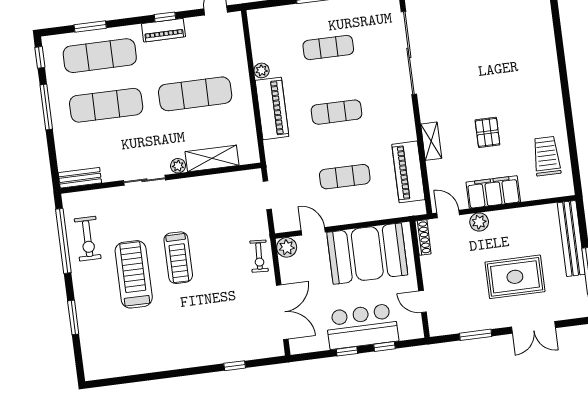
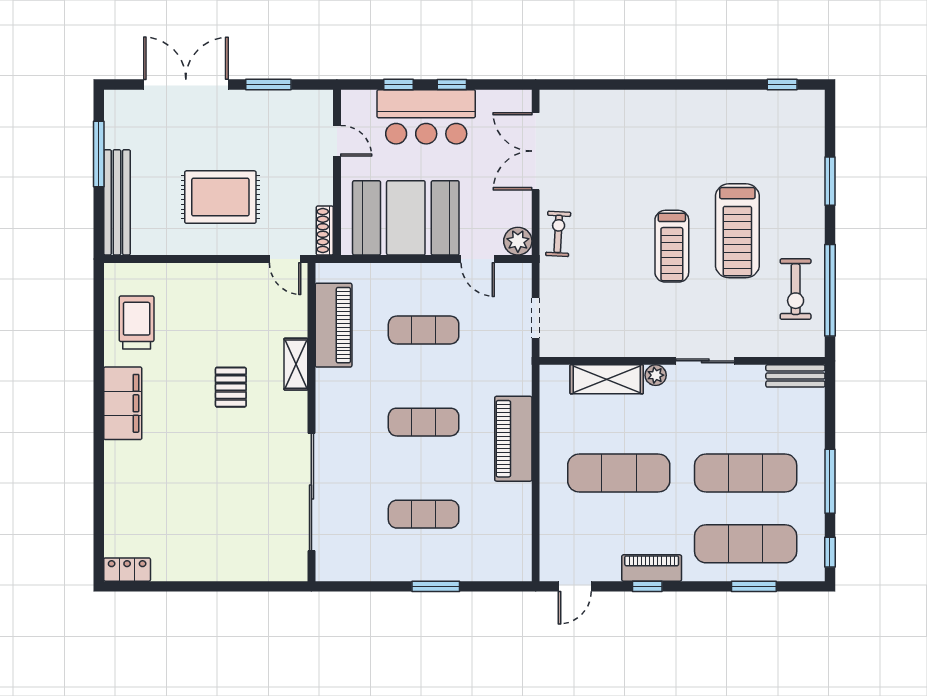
plant: (262, 70) -> (521, 494), removed
pallet: (487, 132) -> (231, 387), moved
trolley: (547, 156) -> (137, 322), turned 180
filing cabinet: (493, 192) -> (123, 403), moved, turned -90
plant: (479, 222) -> (243, 242), removed
exercise bike: (88, 239) -> (796, 289), turned 180
treadmill: (178, 258) -> (672, 246), turned 180
rug: (515, 277) -> (220, 197), moved
double door: (533, 327) -> (186, 84), width x1.37
window: (235, 366) -> (782, 84), moved

